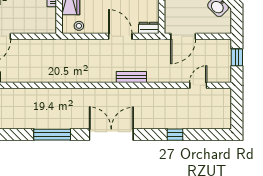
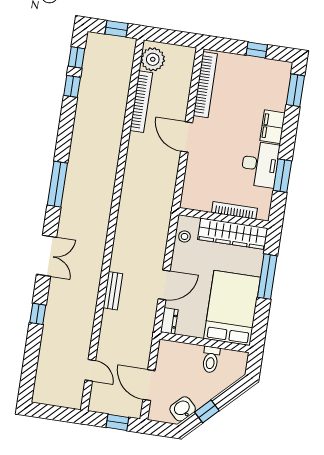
door: (183, 36) -> (149, 385), moved
double door: (111, 135) -> (47, 256), width x0.73
window: (175, 135) -> (38, 314), moved

